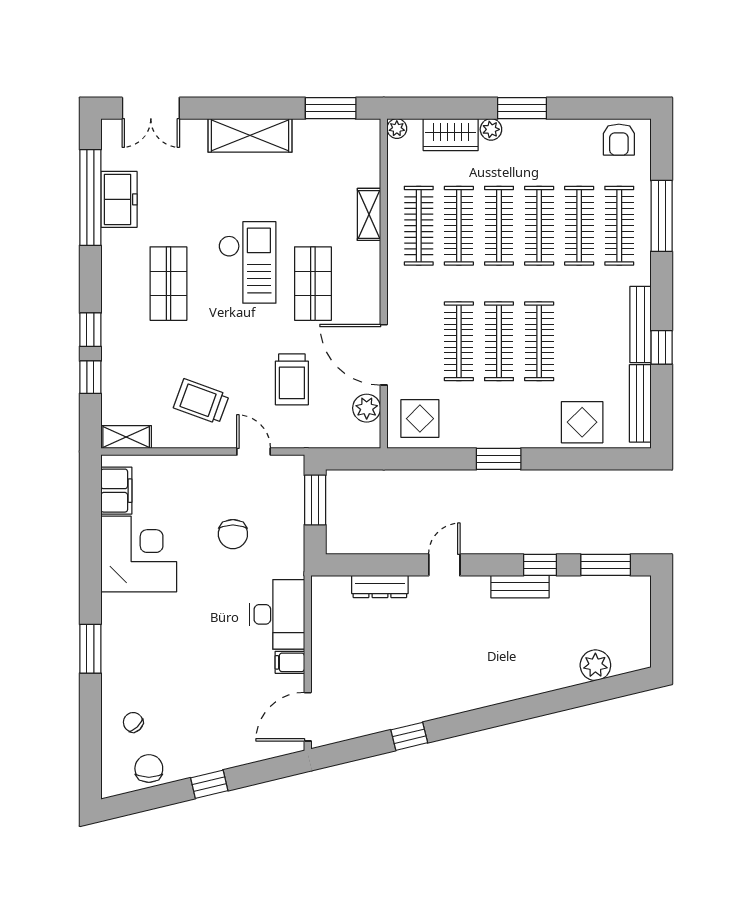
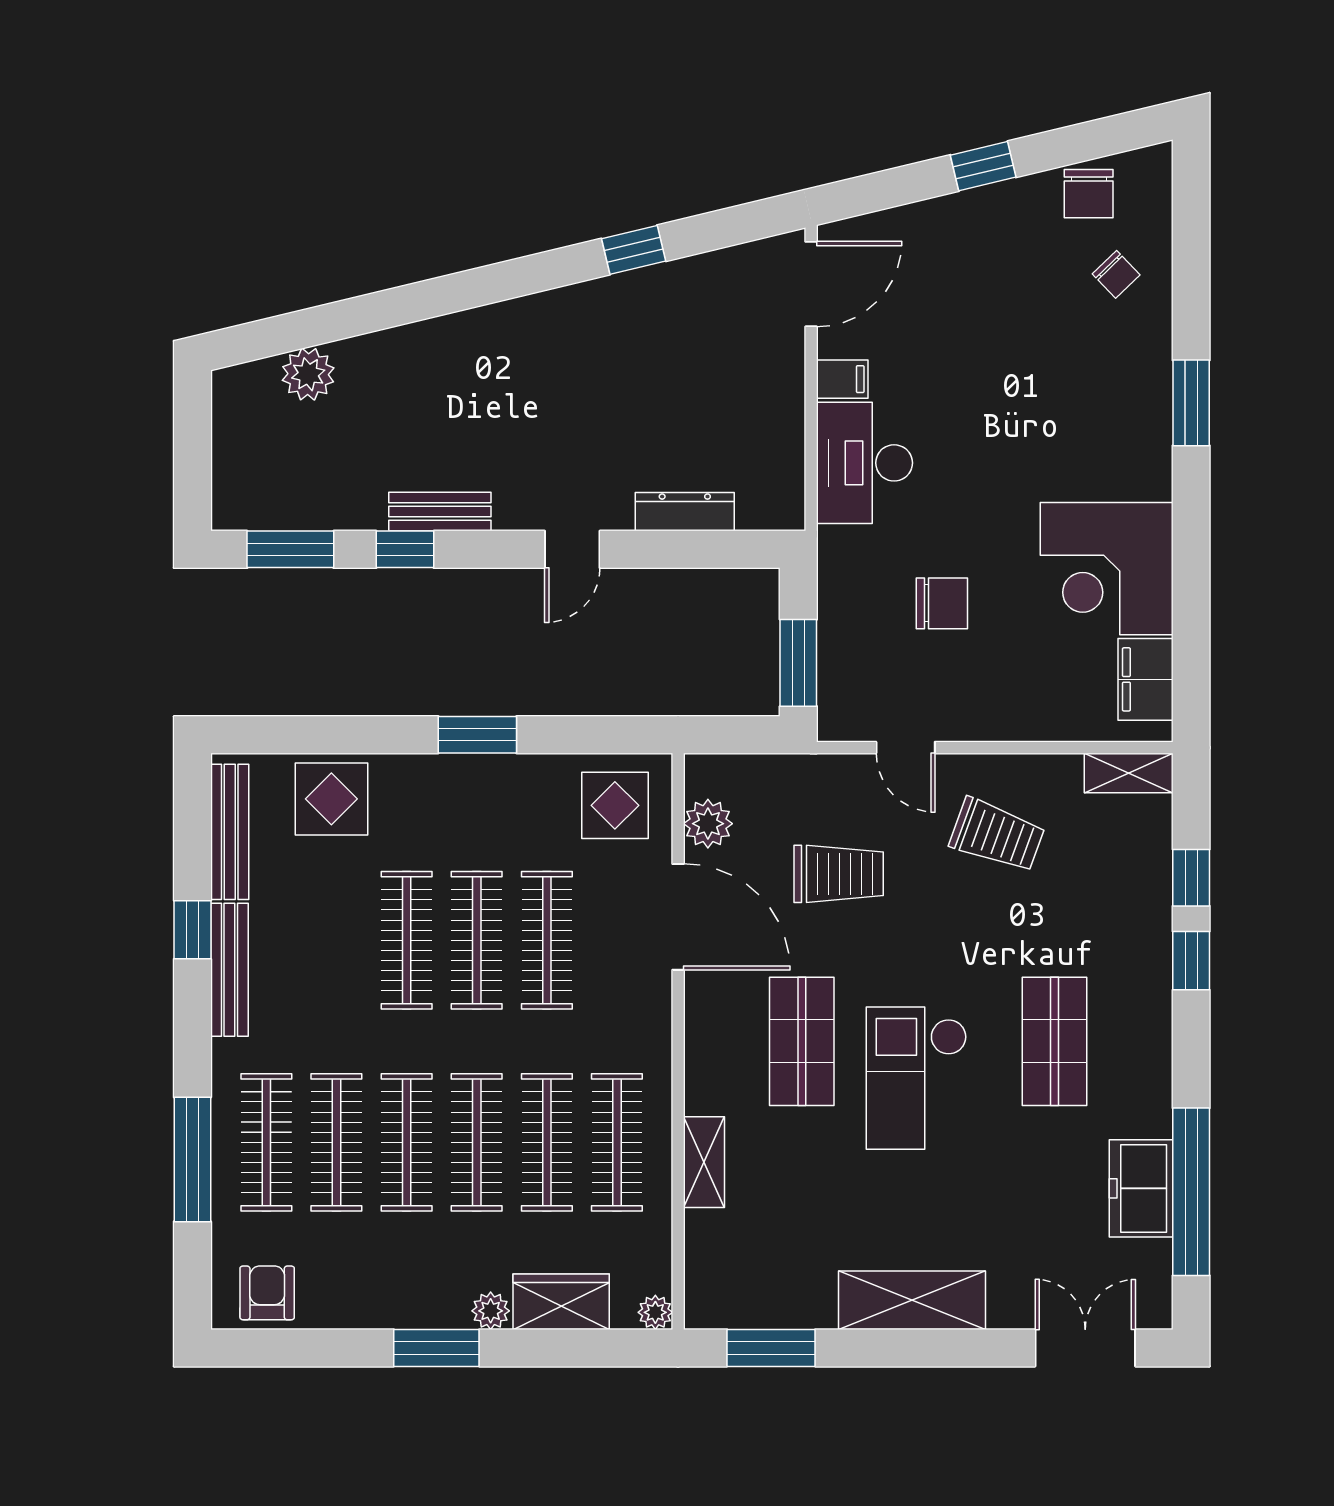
trolley: (292, 379) -> (839, 874), turned 90
chair: (233, 534) -> (942, 603), turned 90

